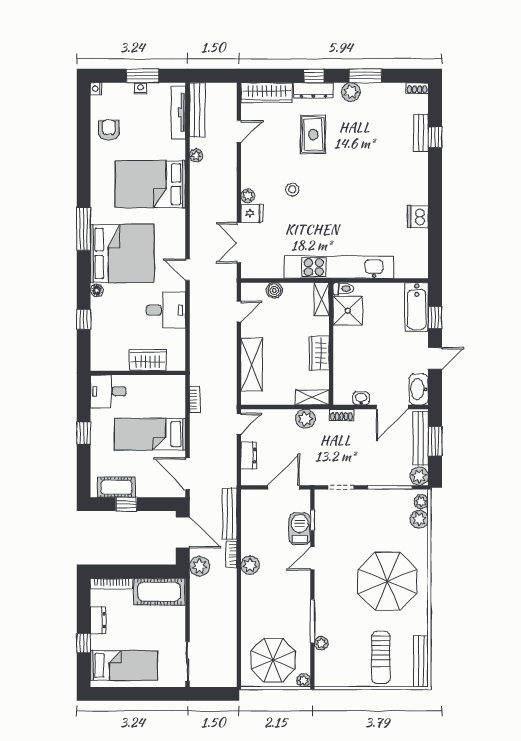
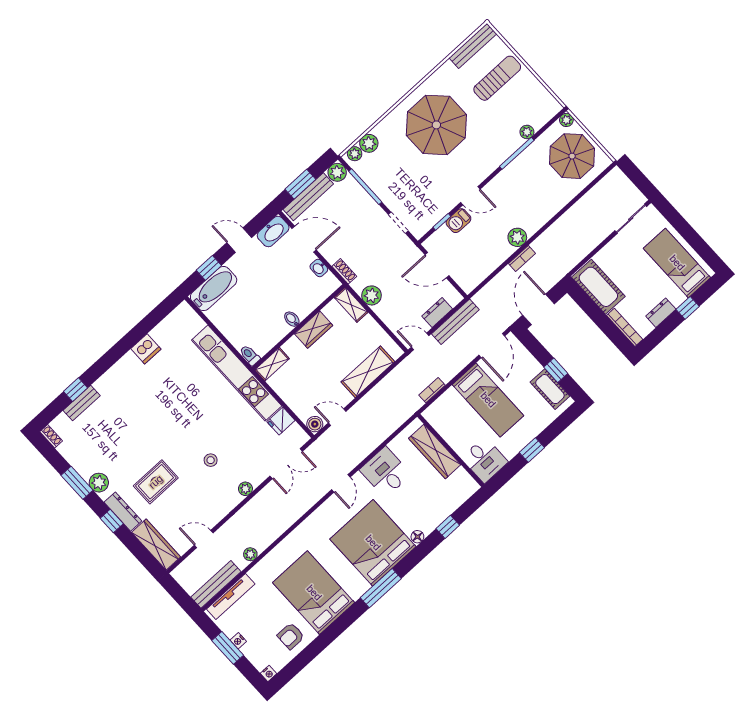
bed: (150, 184) -> (314, 593), moved, turned 180
fridge: (252, 213) -> (281, 421), moved, turned -90
boiler: (274, 290) -> (315, 424), moved
shower: (348, 311) -> (263, 337), removed
bidet: (342, 344) -> (292, 319), added
wardrobe: (148, 360) -> (435, 452), width x1.50
bench: (230, 514) -> (455, 322), moved
barbecue: (300, 529) -> (458, 221), width x0.73, depth x0.79
plant: (200, 566) -> (552, 274), removed

